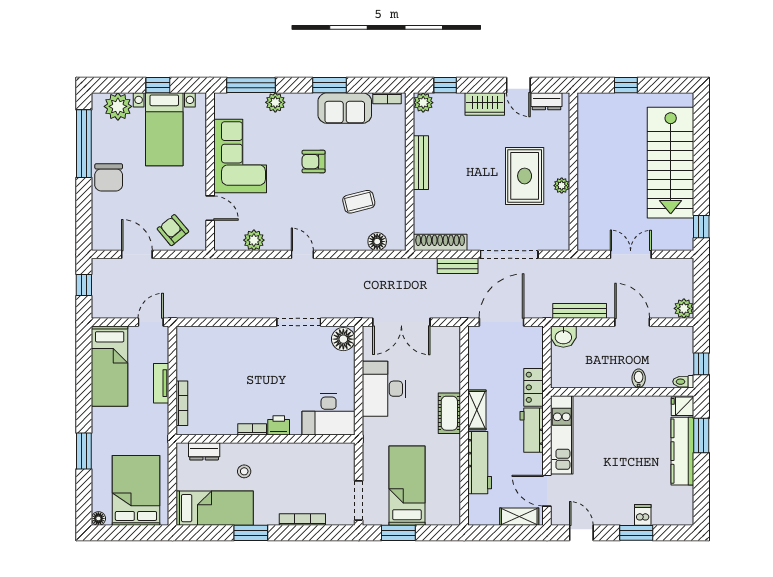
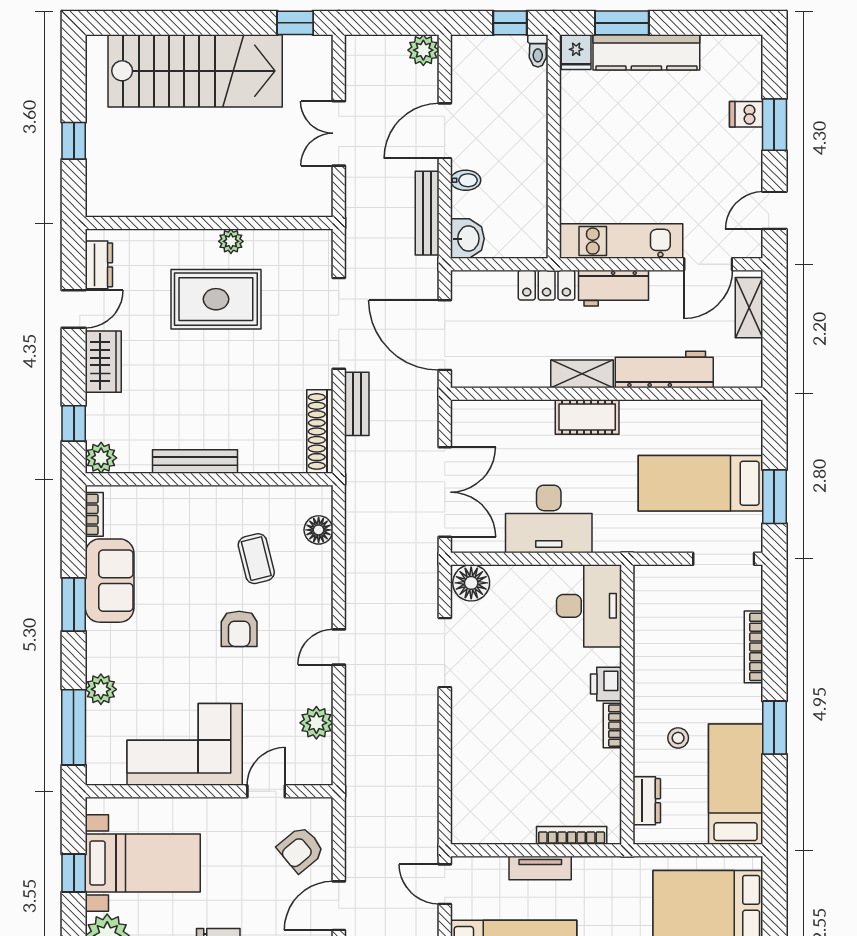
armchair: (314, 162) -> (239, 629), moved
bidet: (639, 378) -> (466, 180), moved, turned 180

